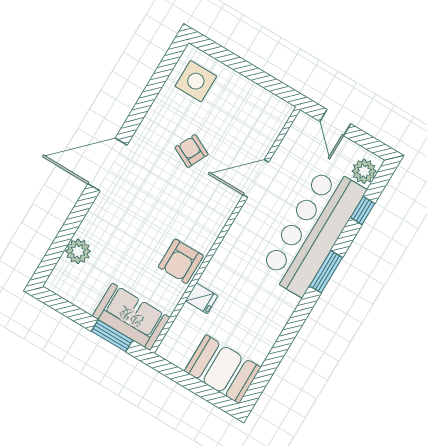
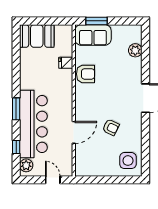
armchair: (181, 261) -> (85, 74), turned 90

